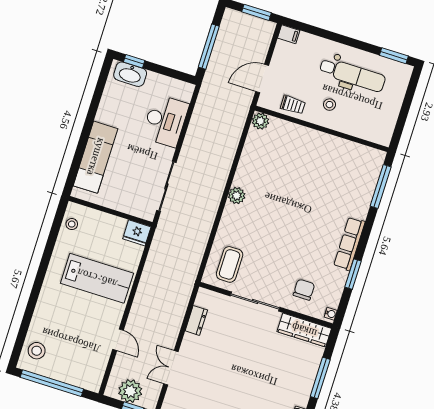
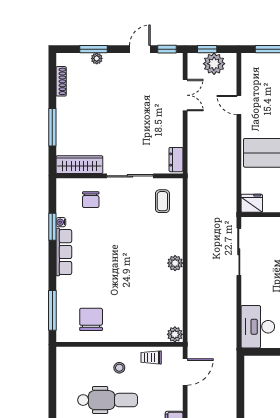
window: (209, 47) -> (240, 385), removed
dental chair: (352, 75) -> (108, 400), turned 180
desk: (165, 121) -> (258, 327), moved
chair: (343, 164) -> (91, 319), added
coffee table: (230, 264) -> (162, 201), width x0.73, depth x0.77
water cooler: (331, 314) -> (61, 222), moved
dresser: (196, 320) -> (176, 160), moved

